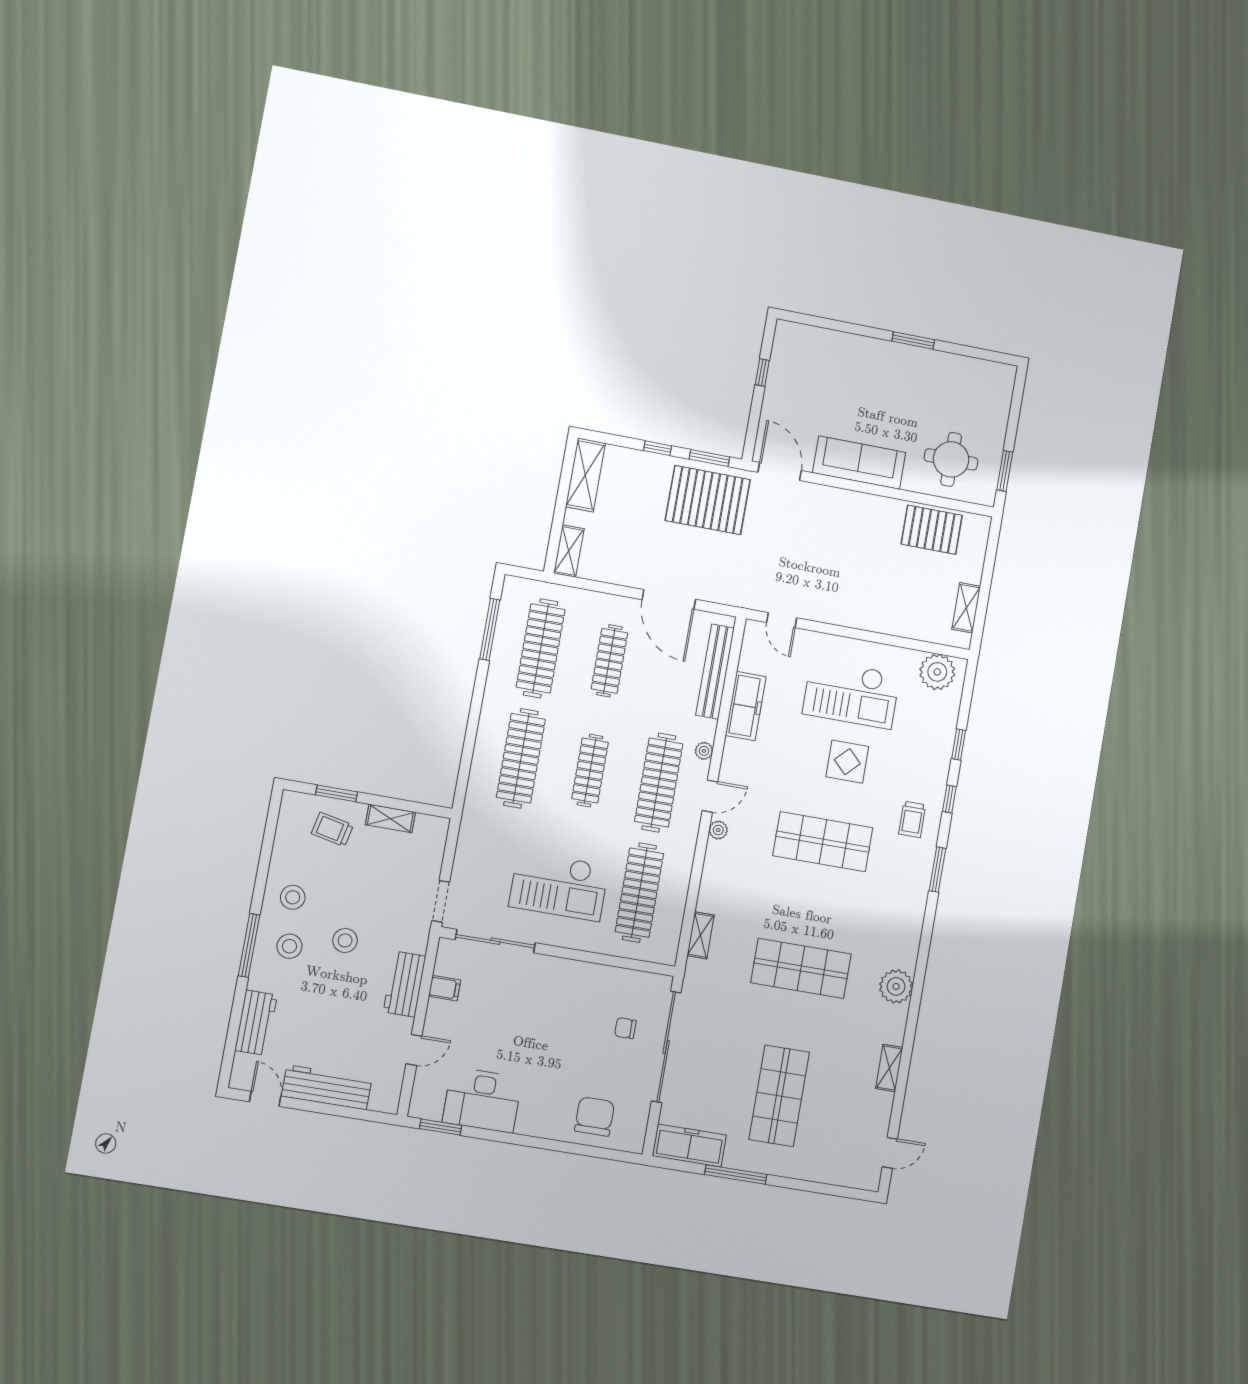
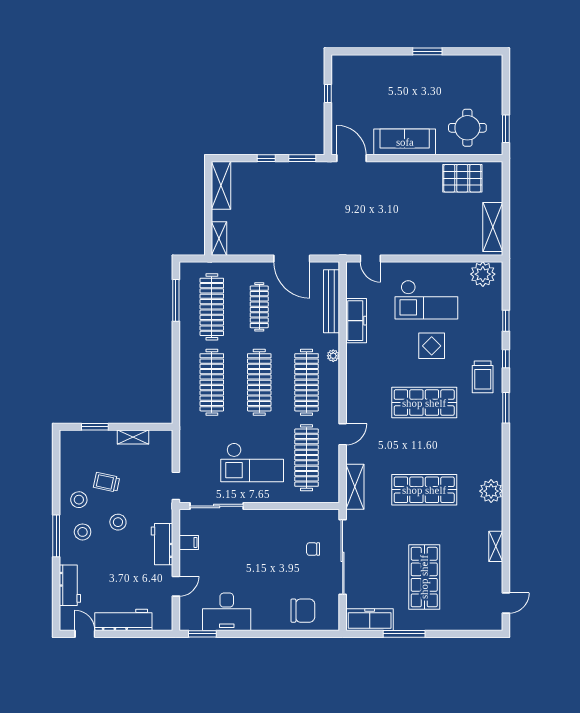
pallet: (708, 500) -> (306, 187), removed
shelving: (966, 608) -> (493, 227), width x1.50, depth x1.33
clothes rail: (590, 770) -> (259, 382), width x1.37, depth x1.31
door: (710, 796) -> (343, 434), moved
trolley: (912, 819) -> (483, 377), width x1.36, depth x1.39
trolley: (332, 829) -> (107, 482), moved
plant: (718, 830) -> (352, 407), removed
shelving: (701, 935) -> (355, 487), width x1.50, depth x1.33
chair: (595, 1116) -> (303, 611), turned 90

